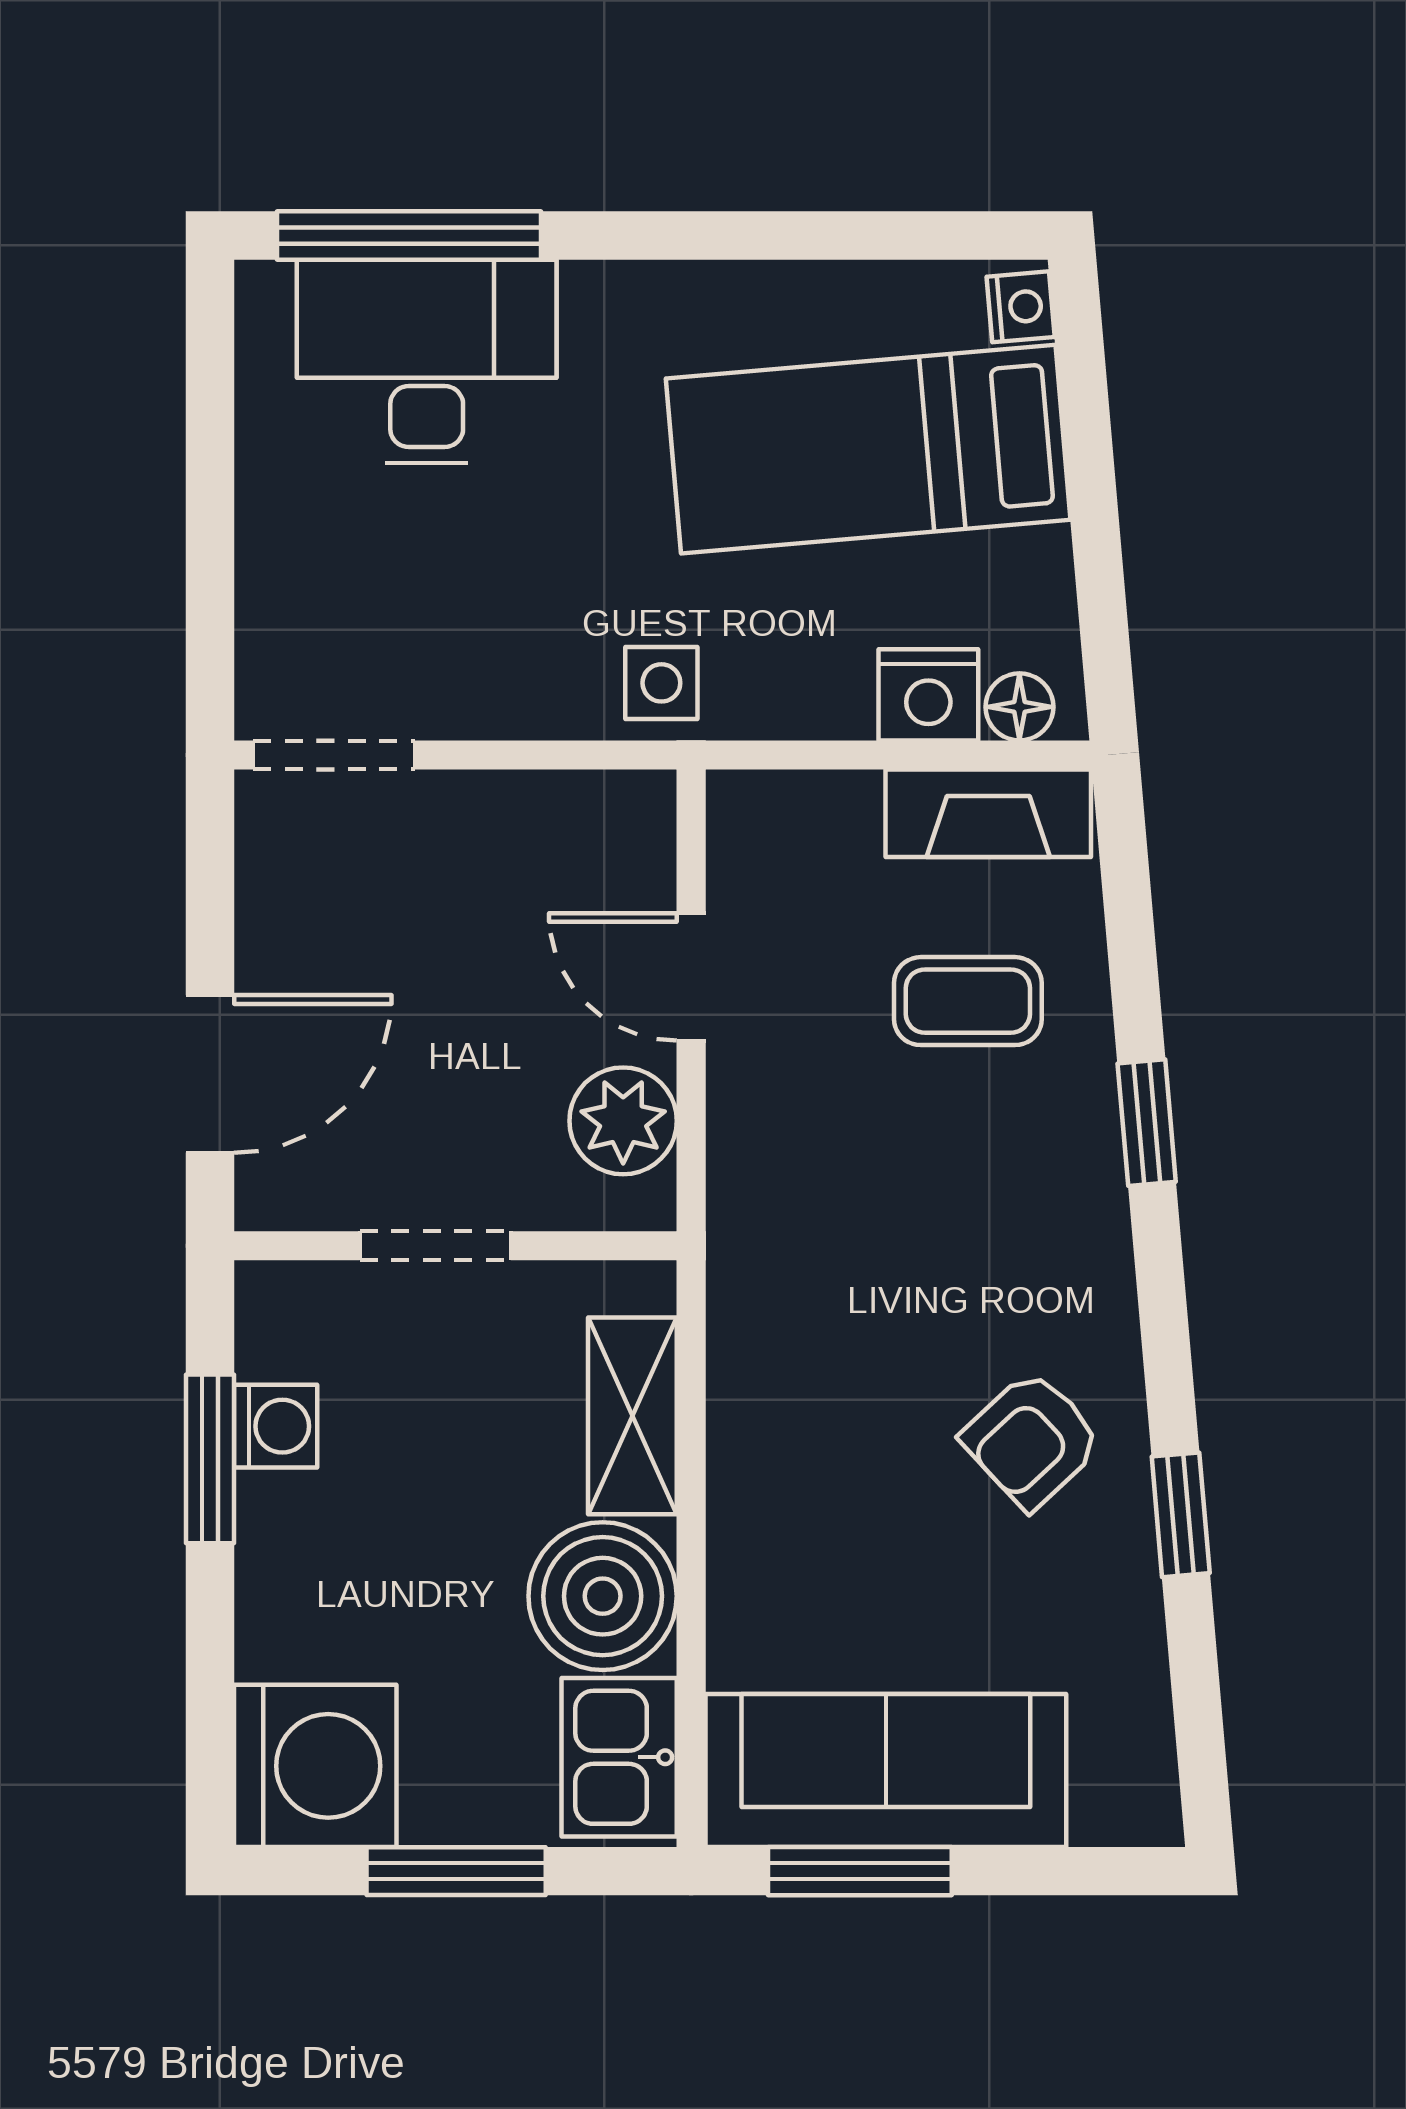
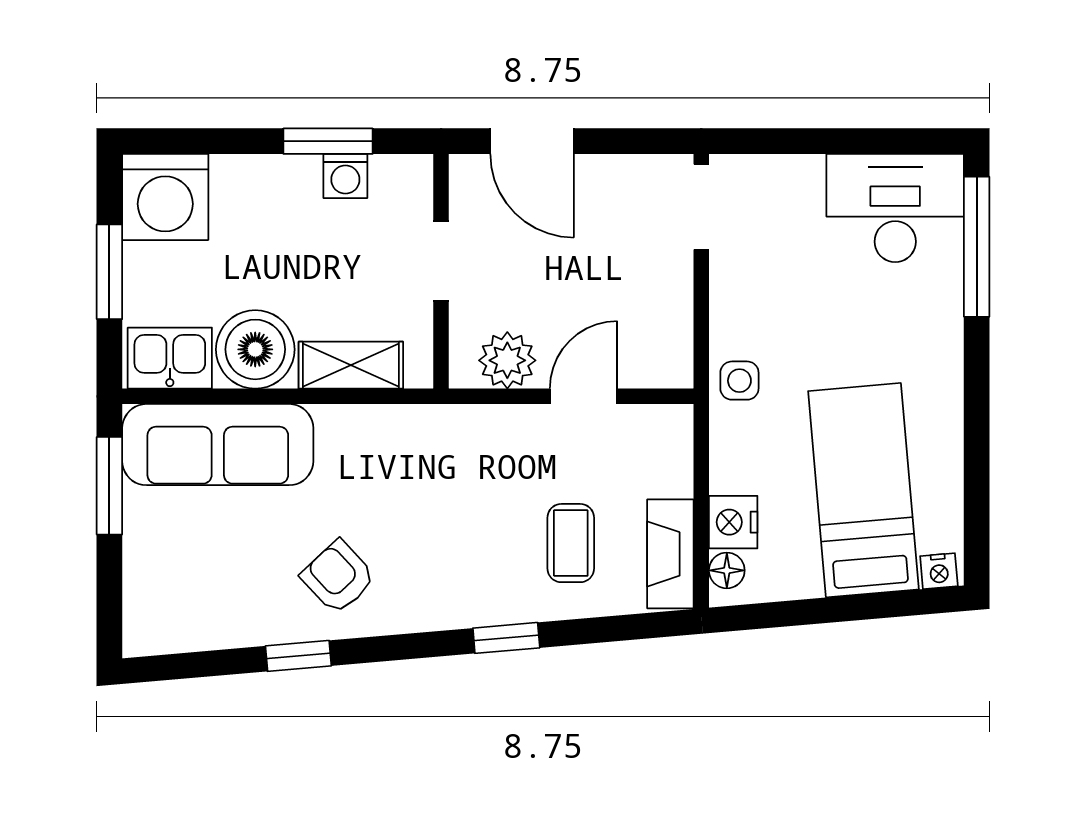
desk: (427, 361) -> (895, 208), moved, turned -90
sofa: (886, 1770) -> (218, 445), moved, turned 90

